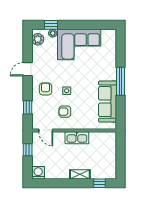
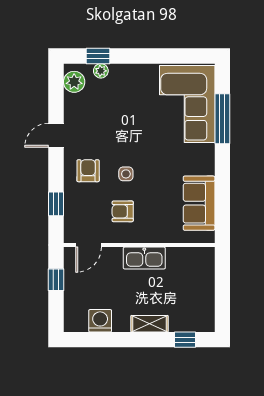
corner sofa: (79, 45) -> (187, 104), moved, turned 90
window: (120, 81) -> (222, 119), moved
sofa: (107, 102) -> (199, 203), width x0.73
door: (46, 130) -> (89, 245), hinge flipped
washing machine: (38, 173) -> (100, 321), moved

